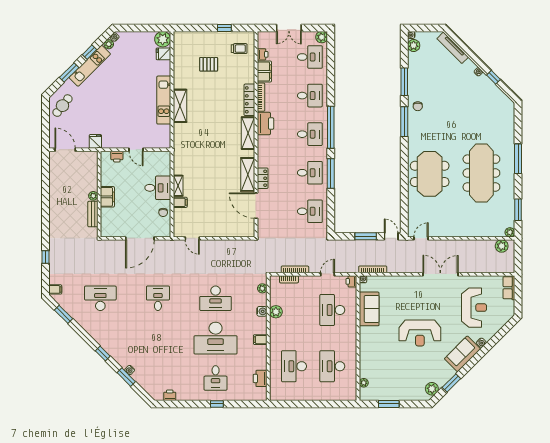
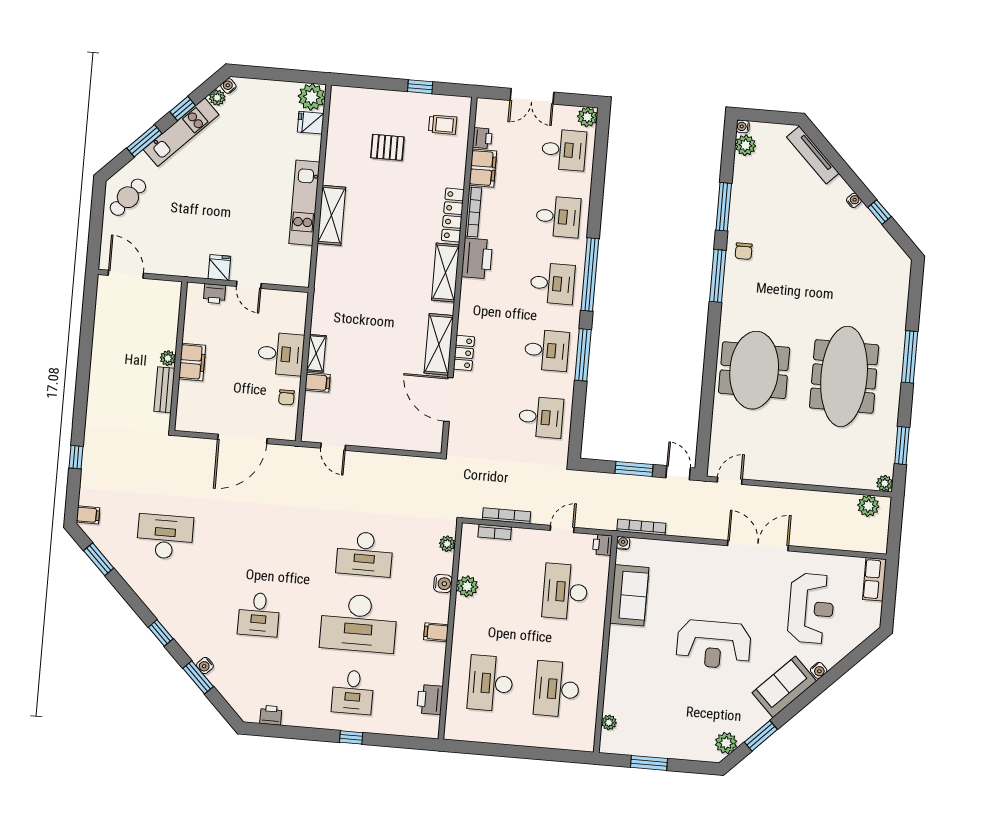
fridge: (95, 141) -> (219, 268), moved
desk: (158, 298) -> (259, 614), moved, turned 180

